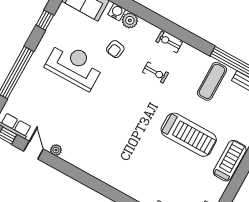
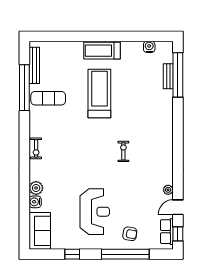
armchair: (115, 49) -> (130, 234), moved
reception desk: (74, 66) -> (95, 212), turned 180
exercise bike: (156, 73) -> (123, 151), moved

